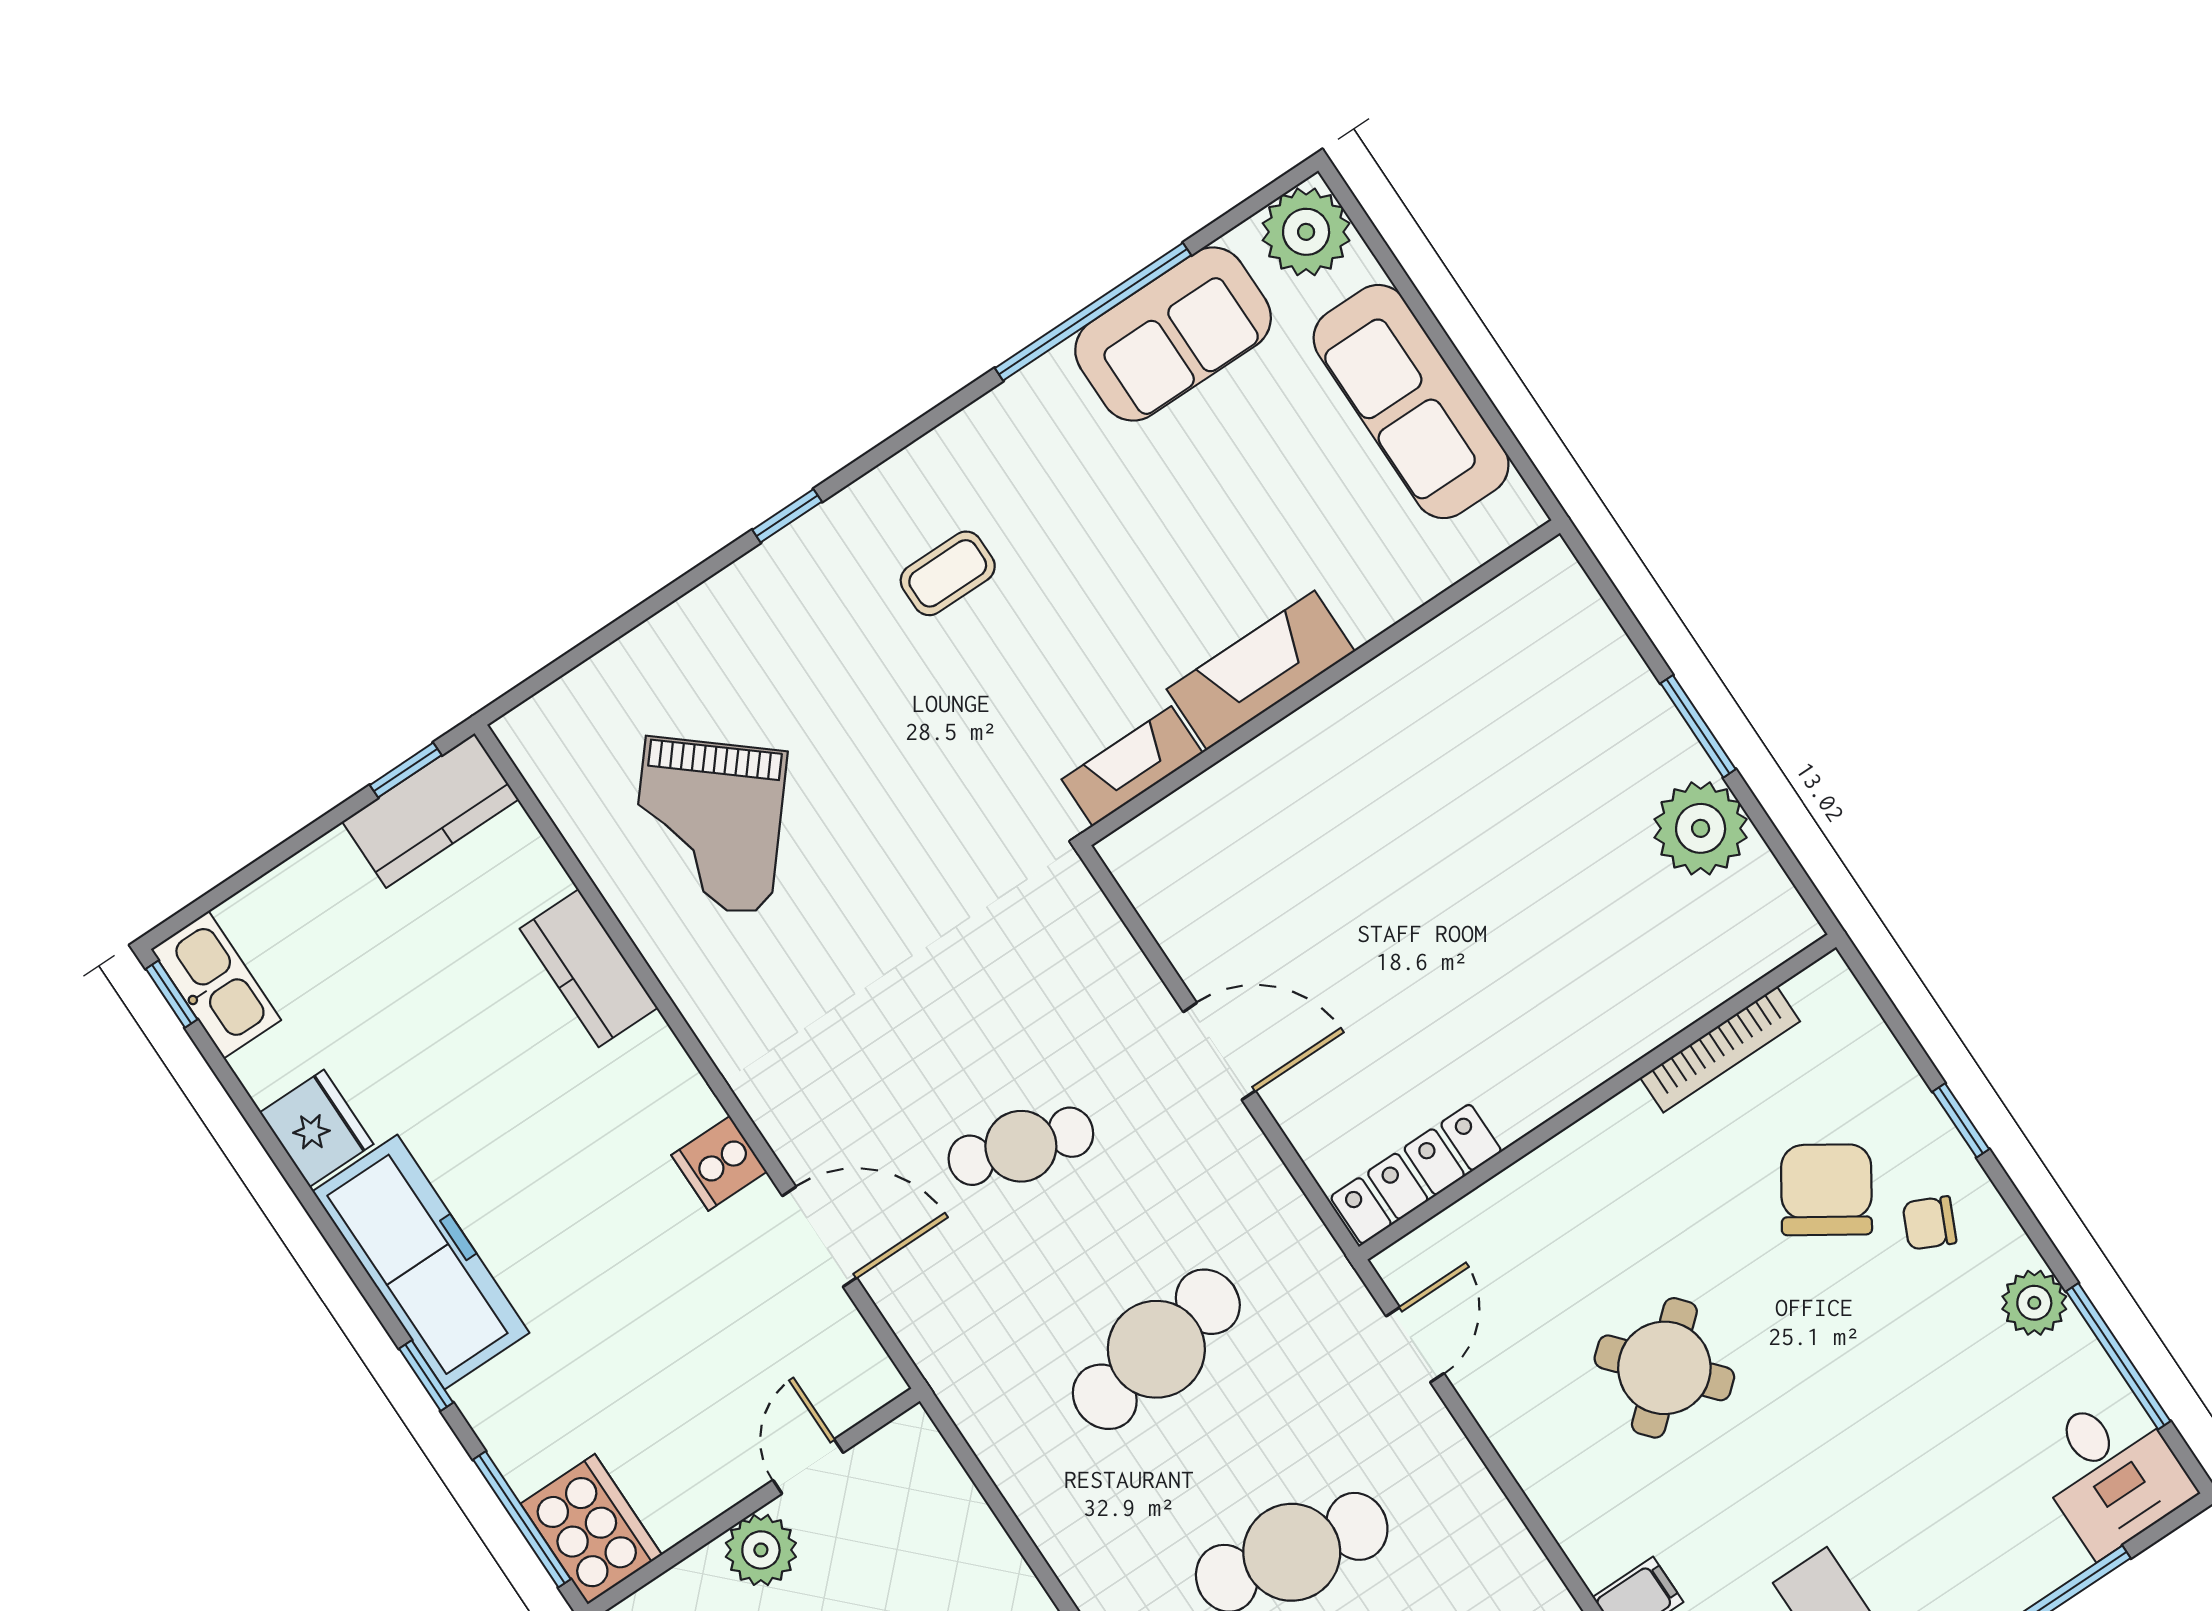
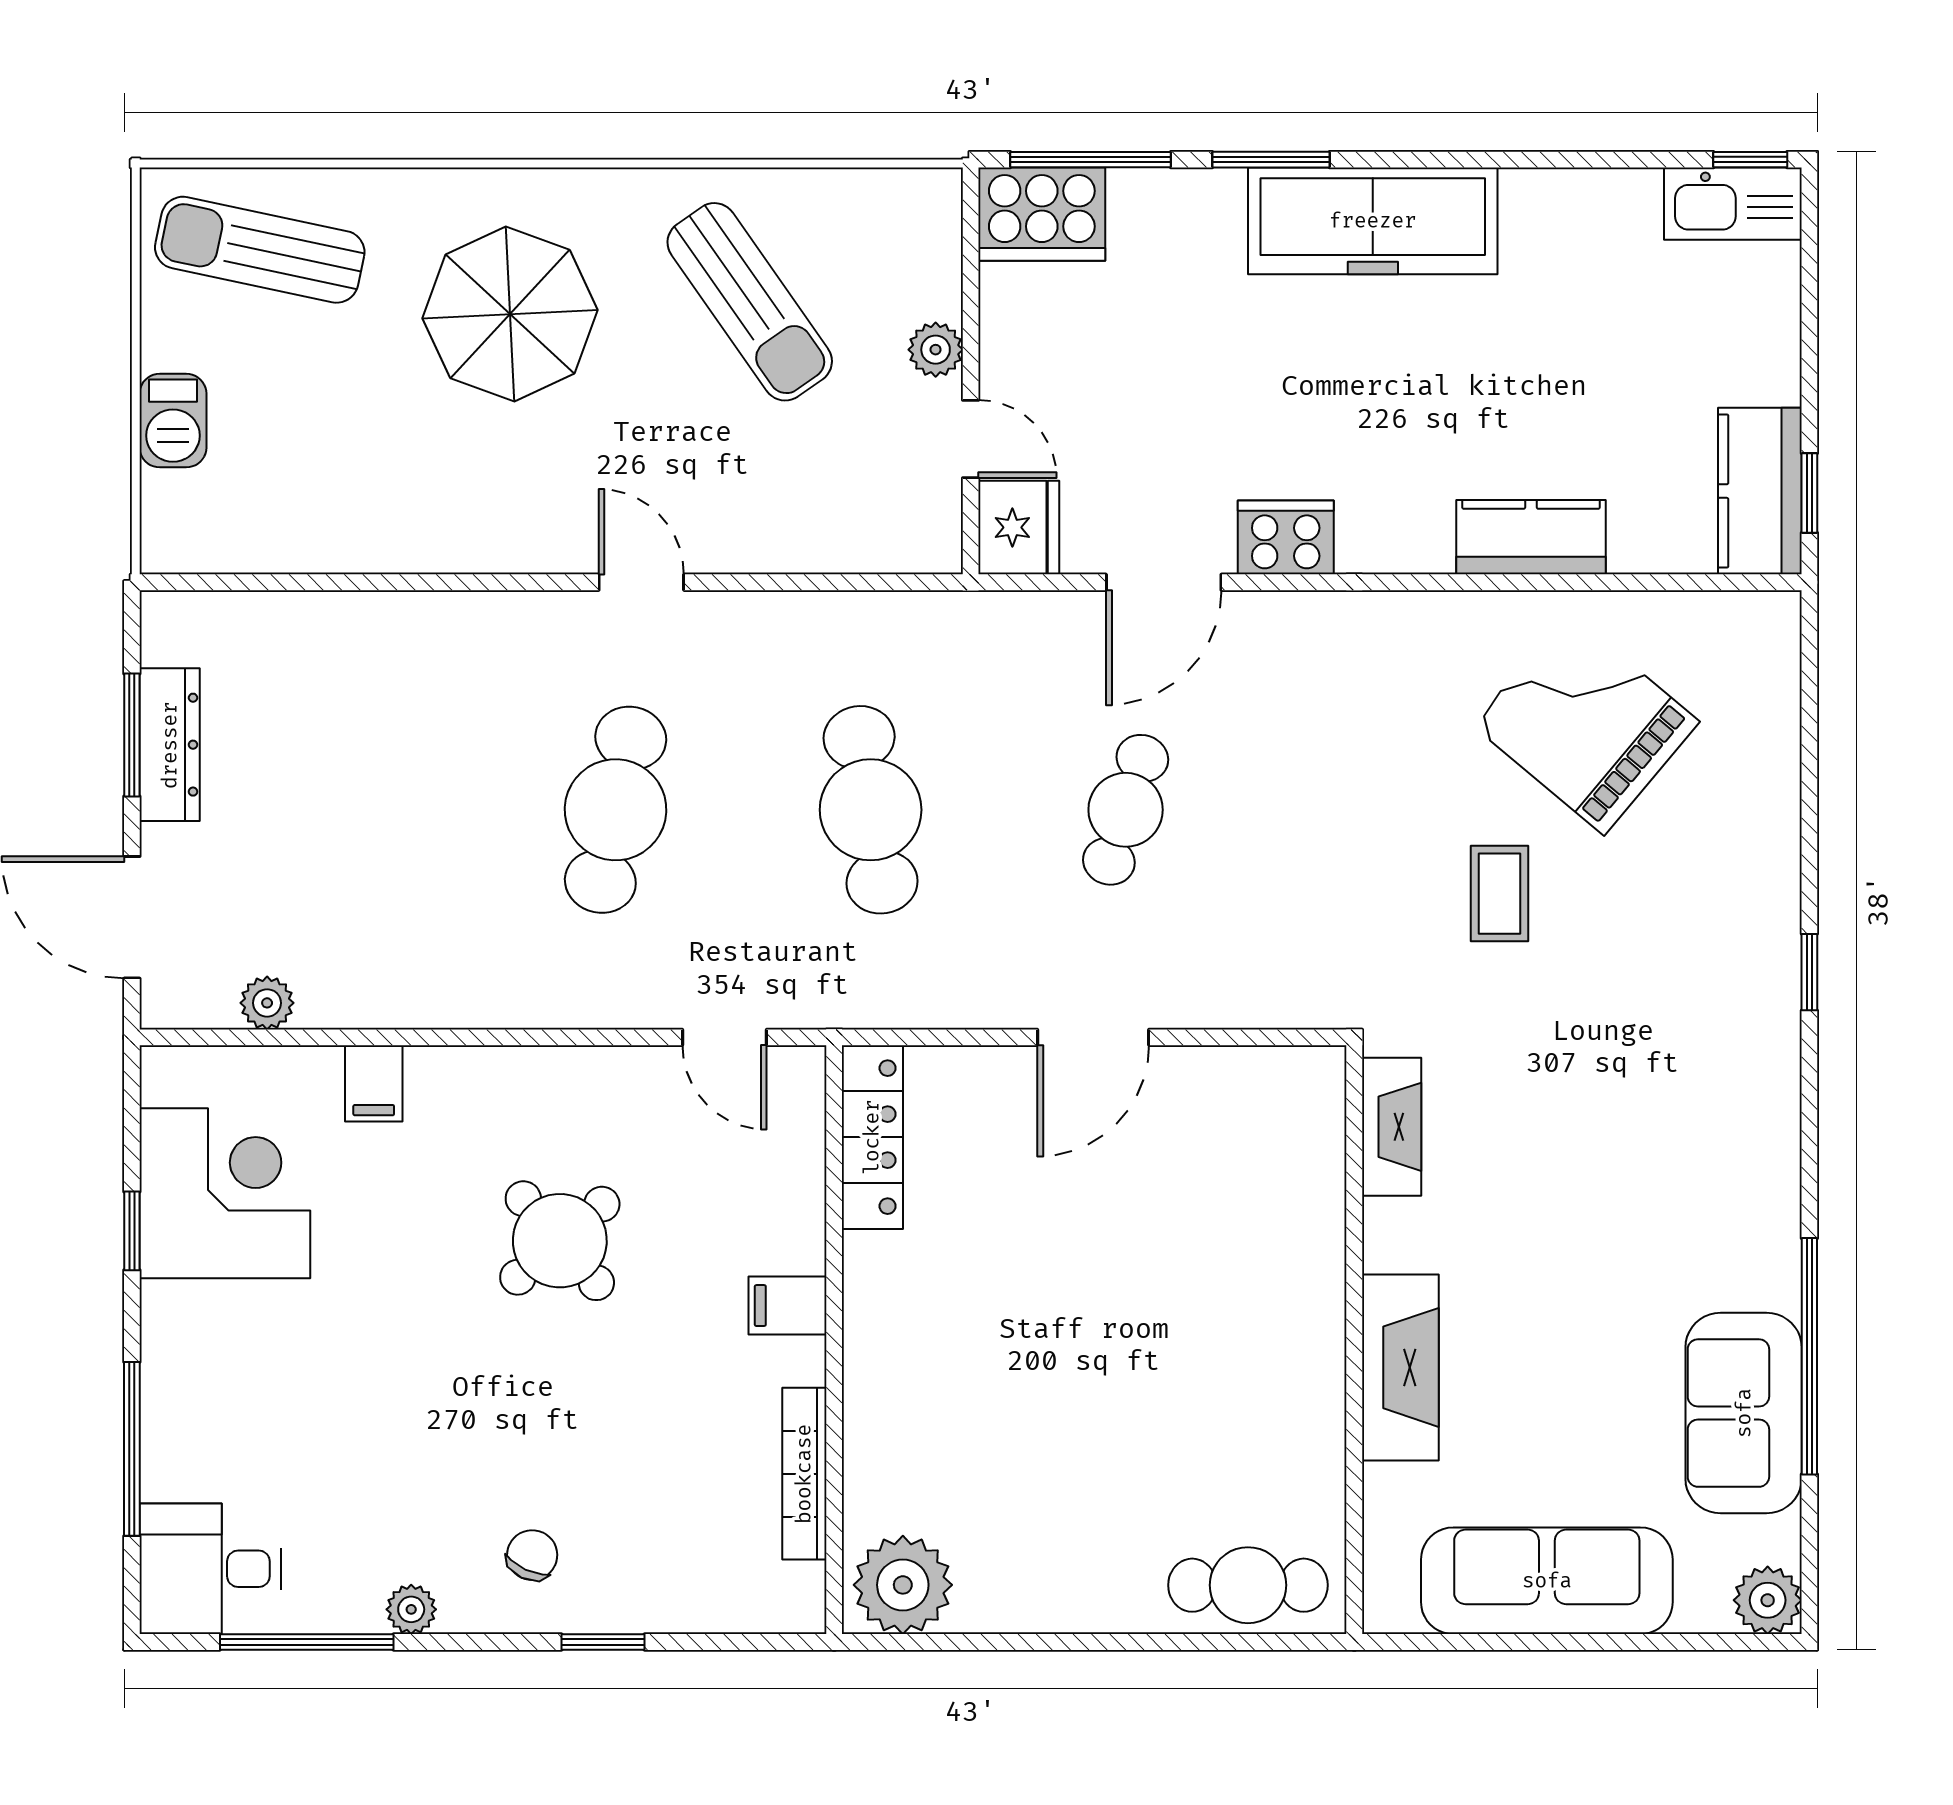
plant: (1306, 232) -> (1768, 1600), width x0.73, depth x0.73
coffee table: (948, 573) -> (1499, 894), moved
cafe table: (1573, 637) -> (1248, 1585), added
fireplace: (1261, 670) -> (1400, 1367), moved
window: (1698, 726) -> (1098, 1642), removed
plant: (1701, 828) -> (903, 1585), moved
fridge: (317, 1128) -> (1019, 527), moved, turned -90
filing cabinet: (1595, 1152) -> (787, 1306), added
cooker: (719, 1163) -> (1286, 537), width x1.36
chair: (1826, 1190) -> (621, 1485), removed
plant: (2034, 1303) -> (411, 1609), width x0.73, depth x0.73
window: (426, 1376) -> (1271, 160), width x1.50
plant: (761, 1550) -> (936, 350), width x0.73, depth x0.73

